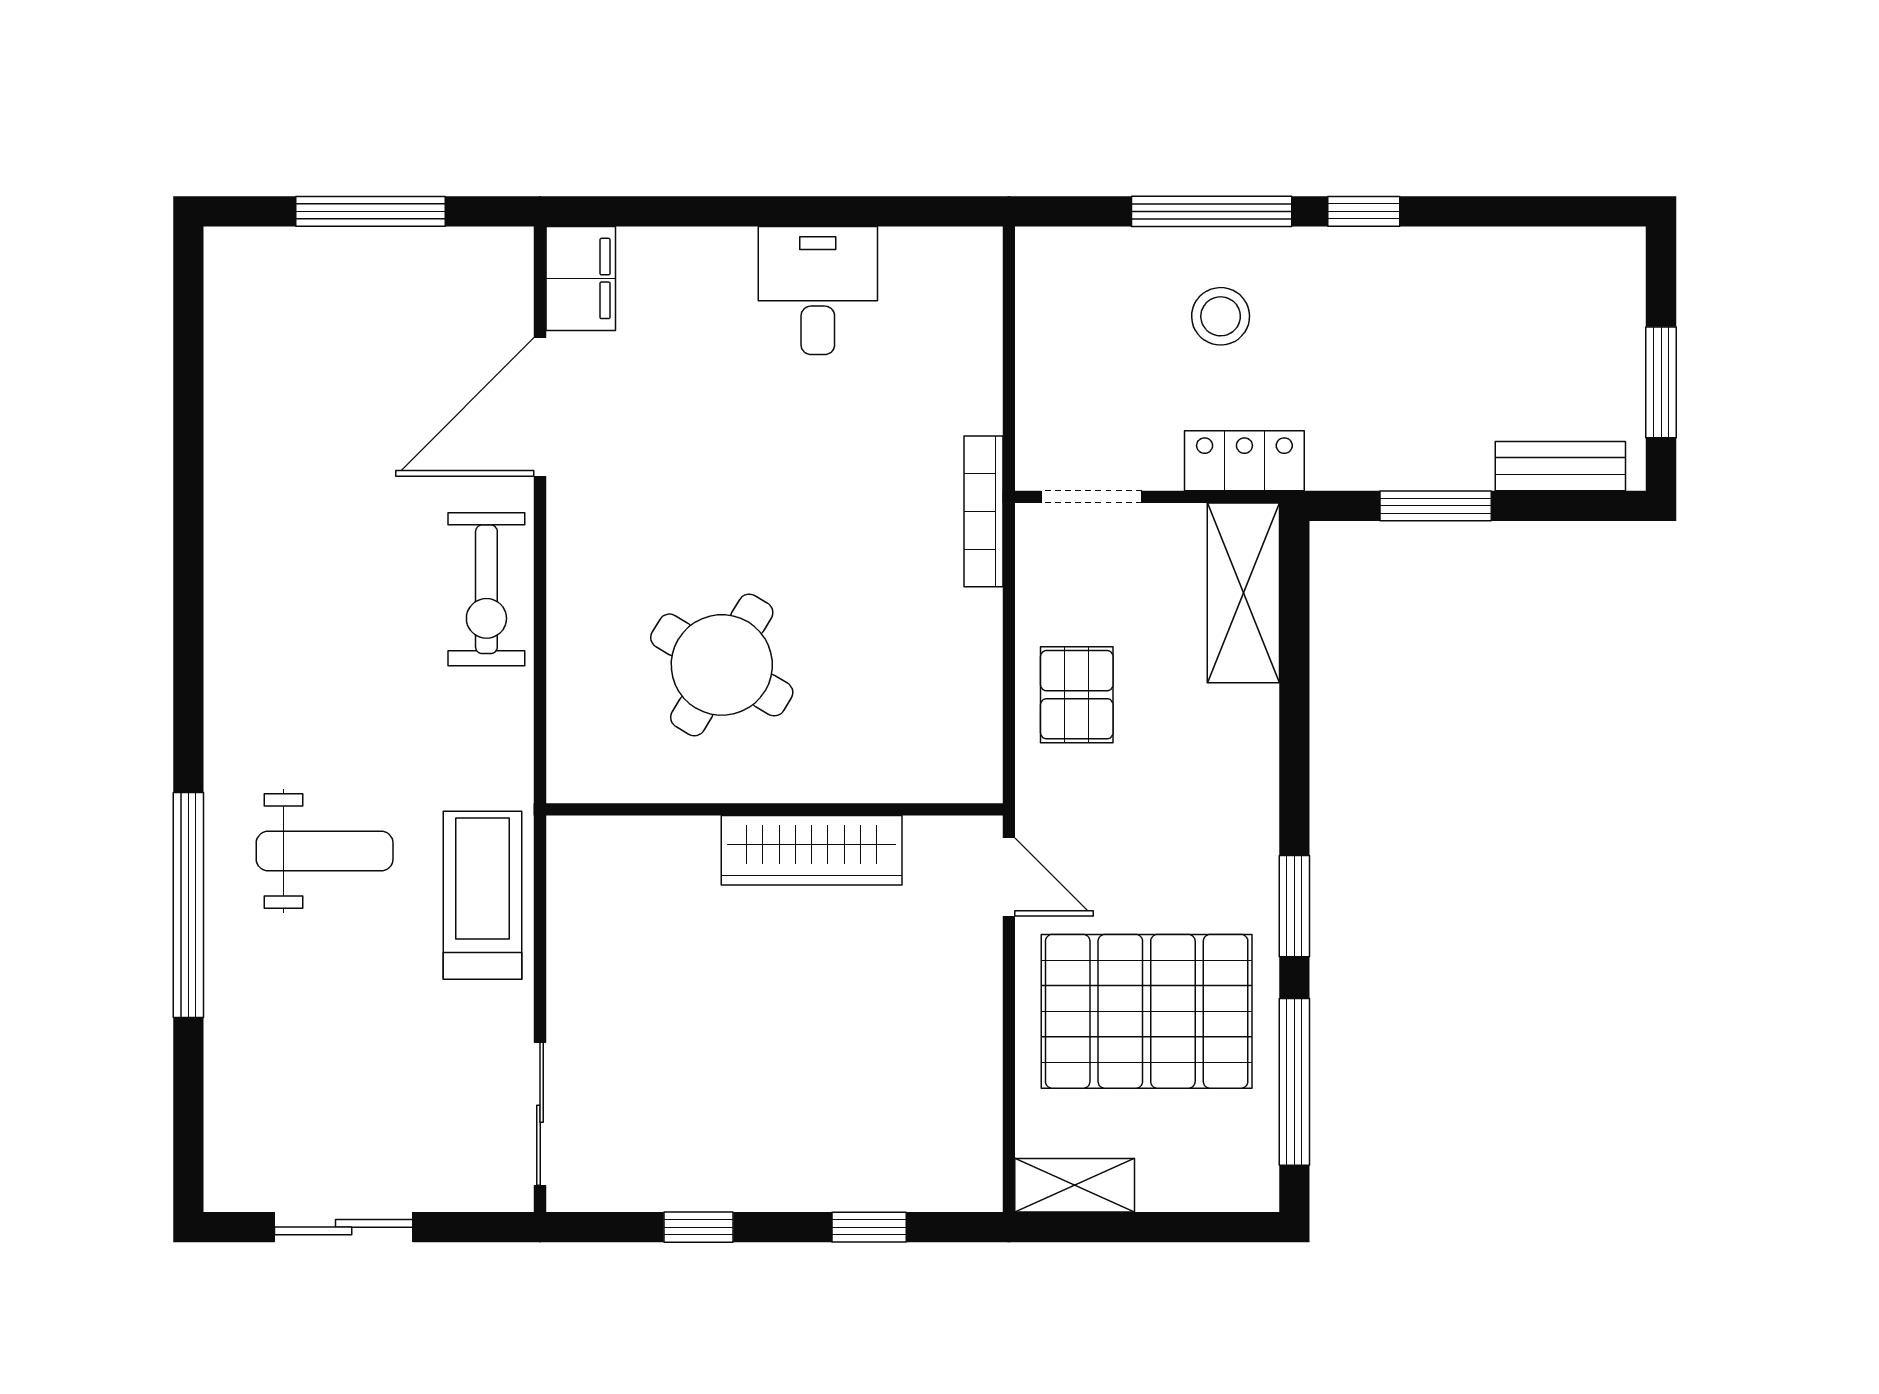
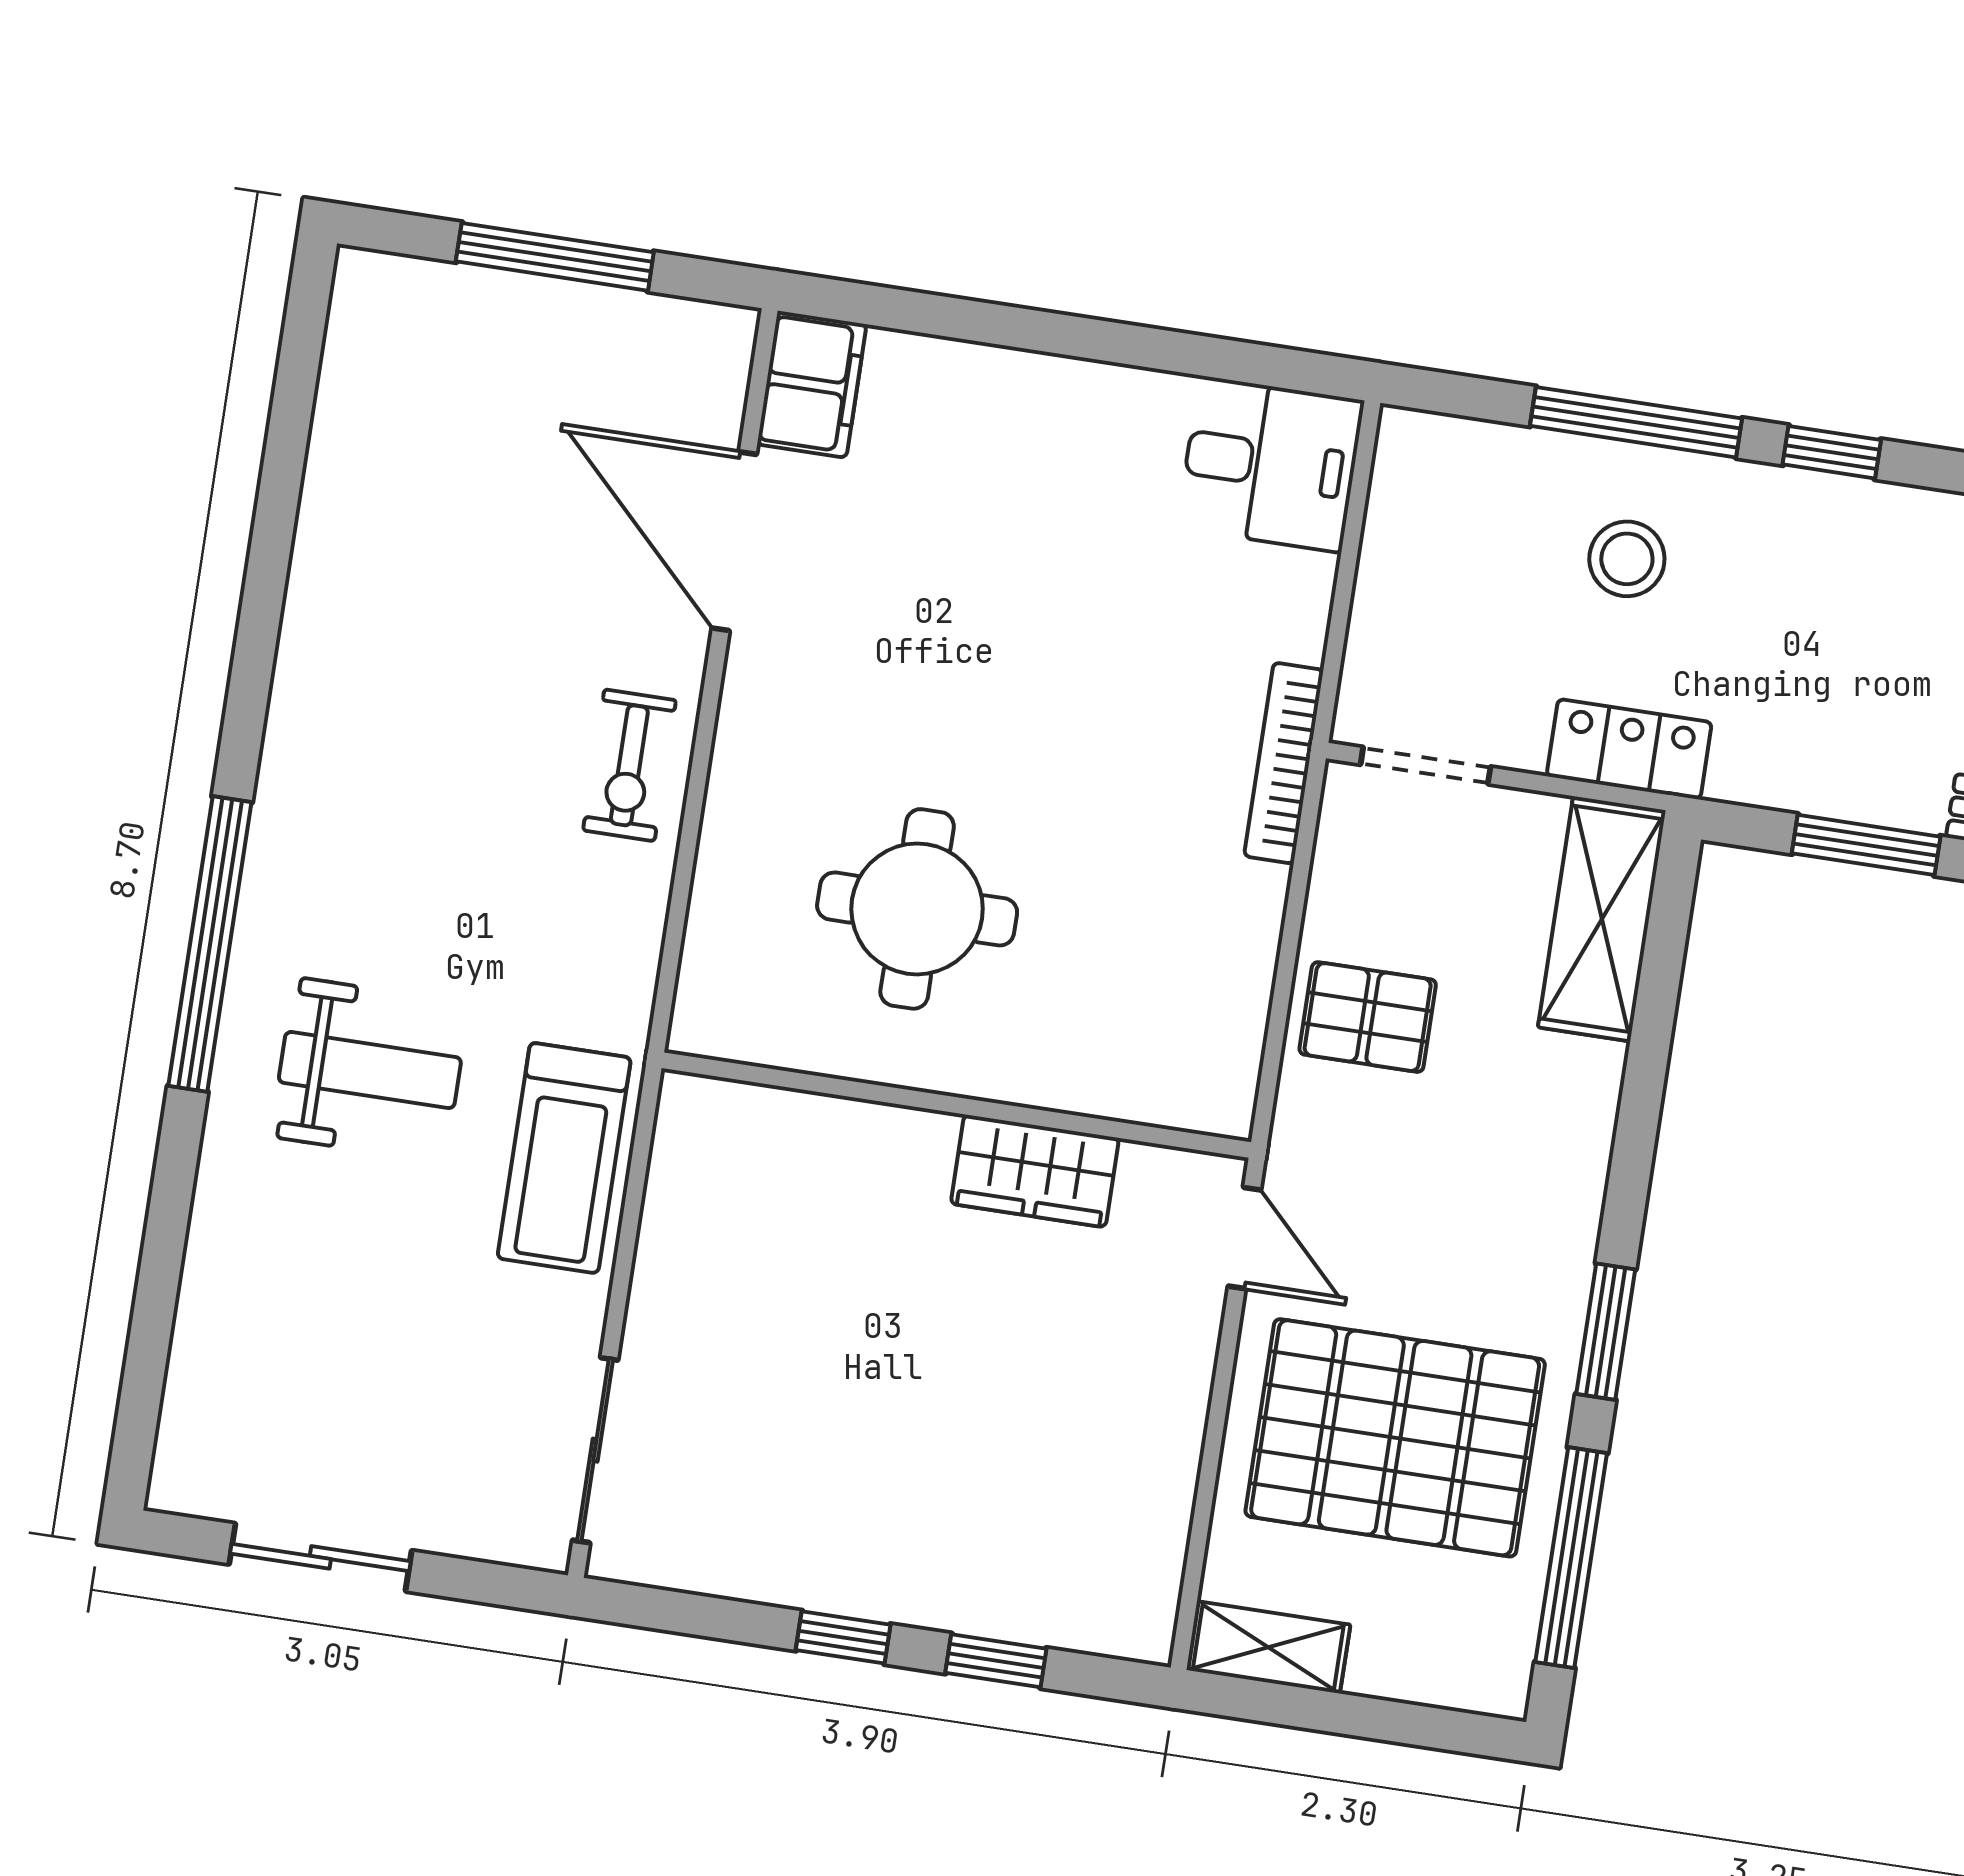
desk: (818, 291) -> (1271, 464), moved, turned 90
door: (540, 407) -> (734, 541), hinge flipped
exercise bike: (486, 589) -> (629, 765), width x0.73, depth x0.72
round table: (722, 665) -> (917, 909), turned -31
pallet: (1077, 695) -> (1368, 1017), turned 90
wardrobe: (812, 850) -> (1035, 1171), width x0.67
treadmill: (482, 895) -> (564, 1158), turned 180
window: (188, 905) -> (210, 944), moved
window: (699, 1227) -> (843, 1637), moved

